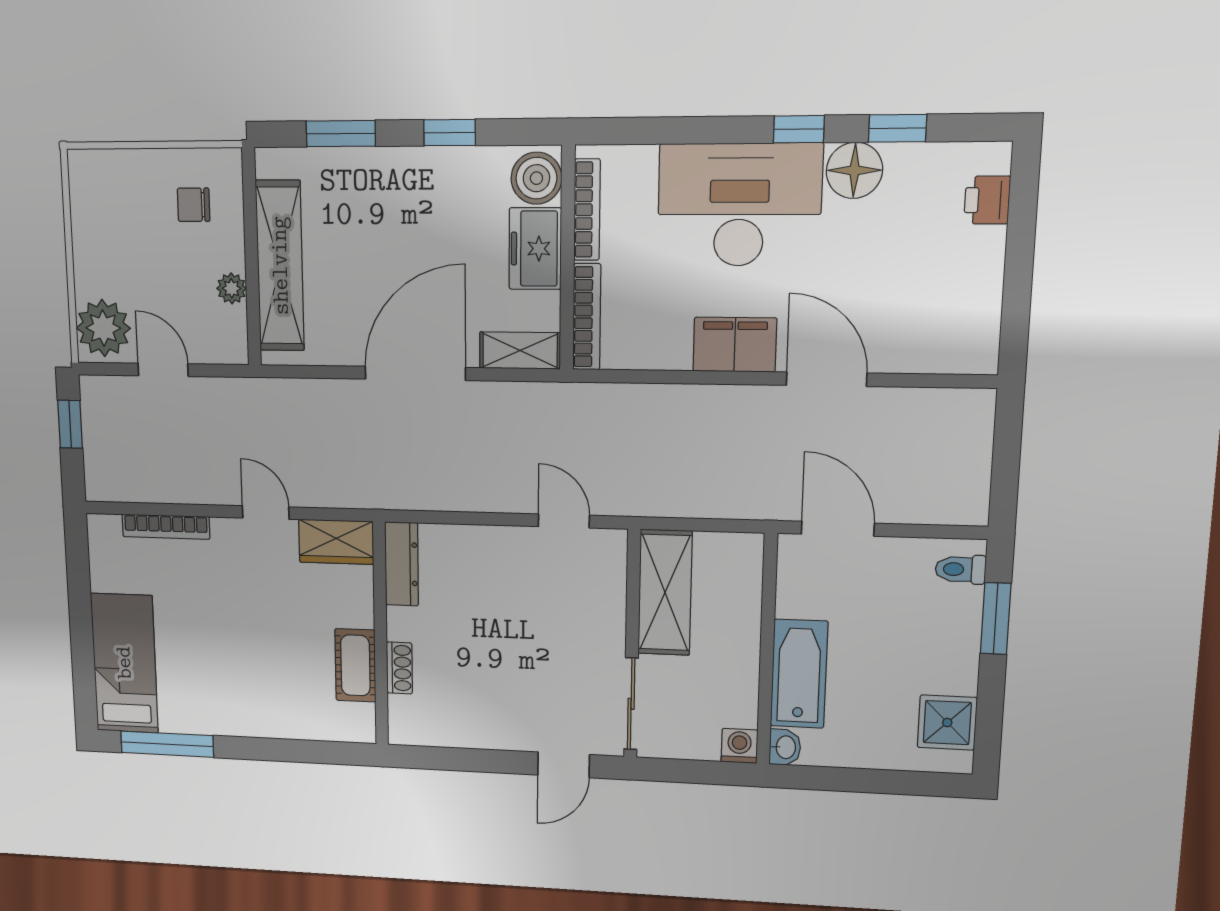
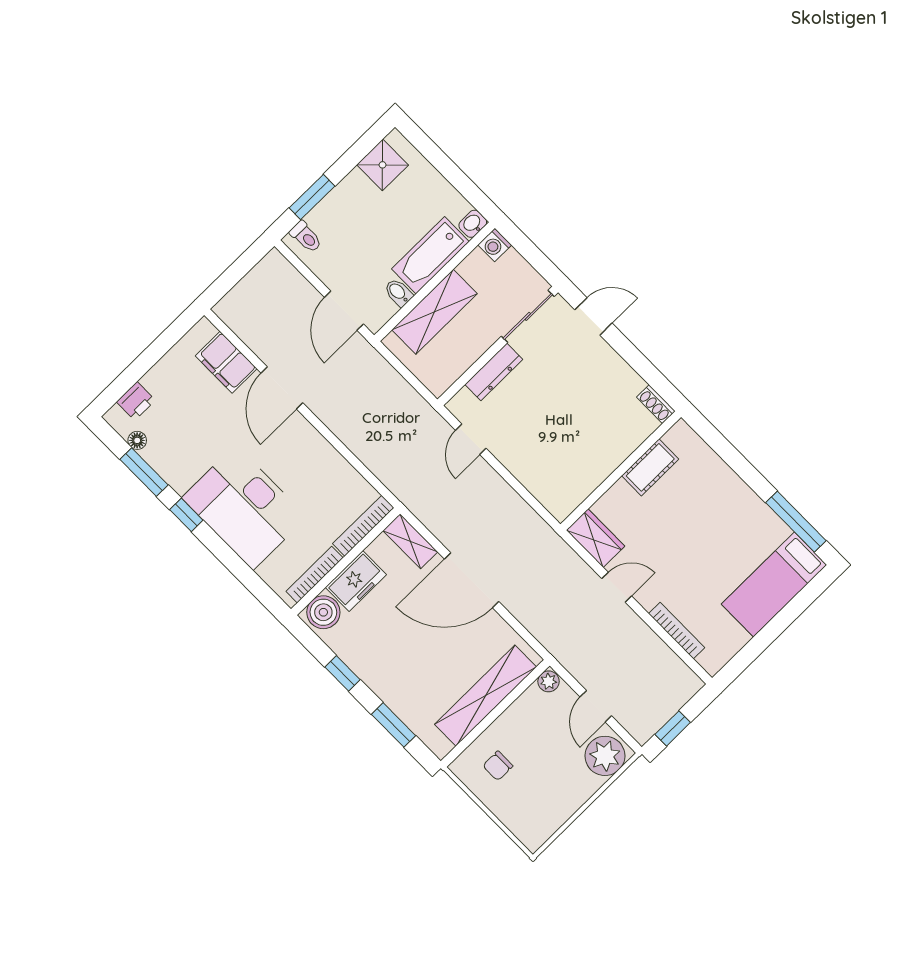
window: (897, 128) -> (144, 472), width x1.50
floor lamp: (854, 170) -> (137, 440), moved, width x0.53, depth x0.53
chair: (194, 205) -> (498, 766), turned 90
plant: (232, 288) -> (549, 681), moved
filing cabinet: (735, 345) -> (226, 362), moved
door: (266, 512) -> (617, 587), swing flipped
dresser: (402, 564) -> (494, 372), moved, turned 180
shelving: (665, 593) -> (435, 312), moved
bidet: (795, 603) -> (398, 292), added
shoe rack: (399, 668) -> (656, 404), moved, turned -90

